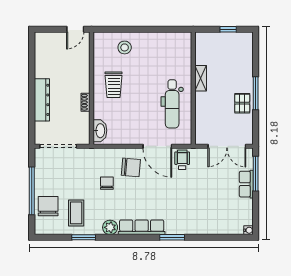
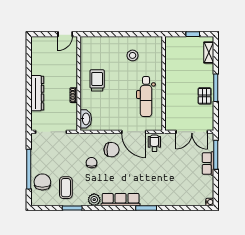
stool: (125, 47) -> (133, 55), moved
shelving: (201, 78) -> (209, 52), moved
trolley: (114, 85) -> (97, 80), turned 180

